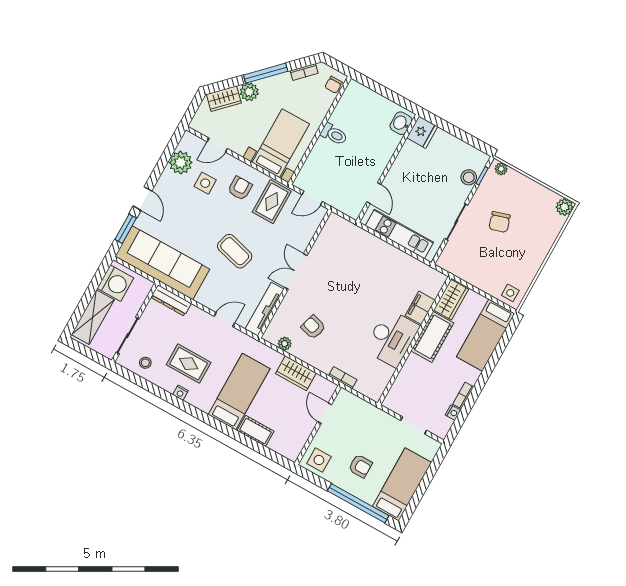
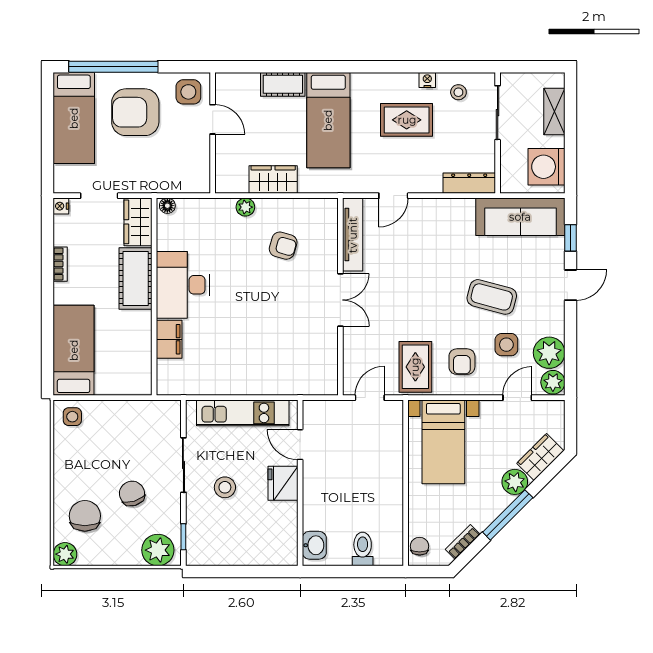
fridge: (422, 132) -> (283, 483), moved
toilet: (334, 134) -> (363, 549), moved, turned 90
plant: (189, 142) -> (553, 382), added
plant: (501, 169) -> (158, 550), width x1.87, depth x1.87
stool: (469, 177) -> (225, 487), moved
door: (143, 198) -> (571, 285), swing flipped
chair: (538, 225) -> (85, 516), added
window: (126, 229) -> (571, 238), width x0.67
coffee table: (235, 251) -> (492, 297), moved
sofa: (162, 263) -> (520, 217), width x0.74, depth x0.79
wardrobe: (451, 300) -> (138, 222), moved
shelving: (93, 317) -> (554, 111), width x0.67, depth x0.75
cot: (432, 337) -> (136, 278), moved
plant: (285, 344) -> (245, 207), moved
bookcase: (343, 378) -> (215, 205), removed
nightstand: (180, 393) -> (427, 80), moved
floor lamp: (373, 394) -> (167, 206), added
door: (325, 413) -> (213, 119), moved
nightstand: (453, 413) -> (61, 206), moved
armchair: (360, 466) -> (135, 112), width x1.88, depth x1.88

